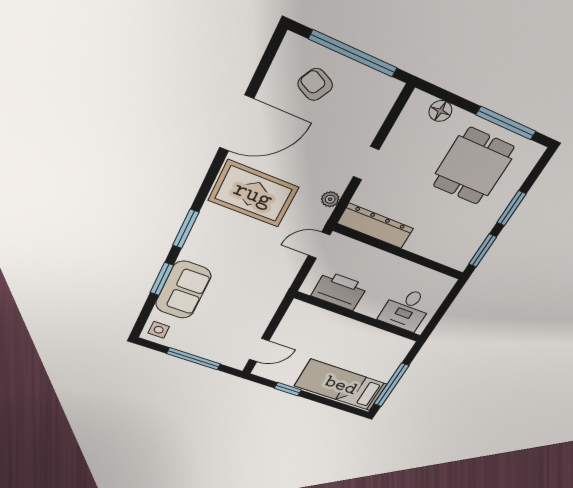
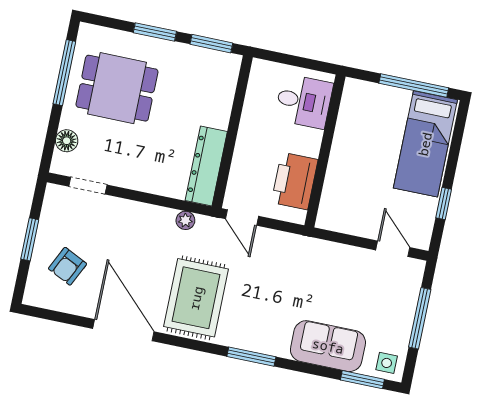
window: (353, 54) -> (30, 239), width x0.47
doorway: (366, 163) -> (88, 186), moved
window: (162, 279) -> (362, 380), moved

